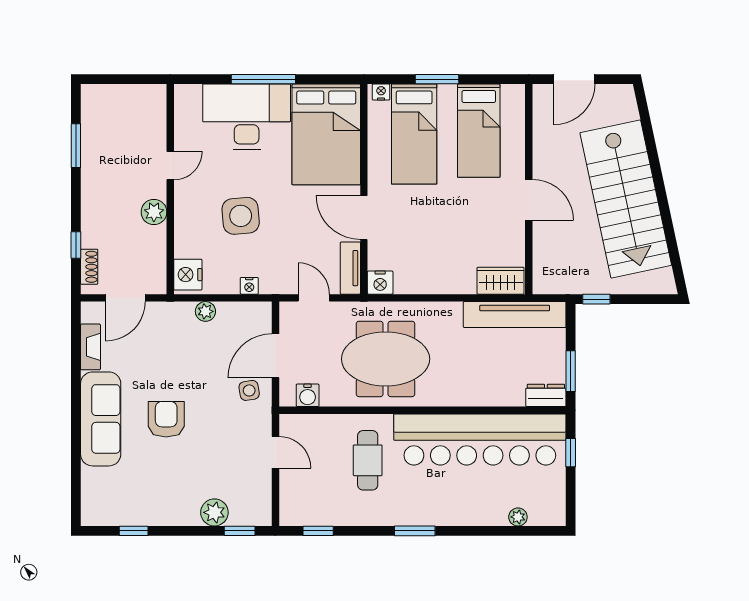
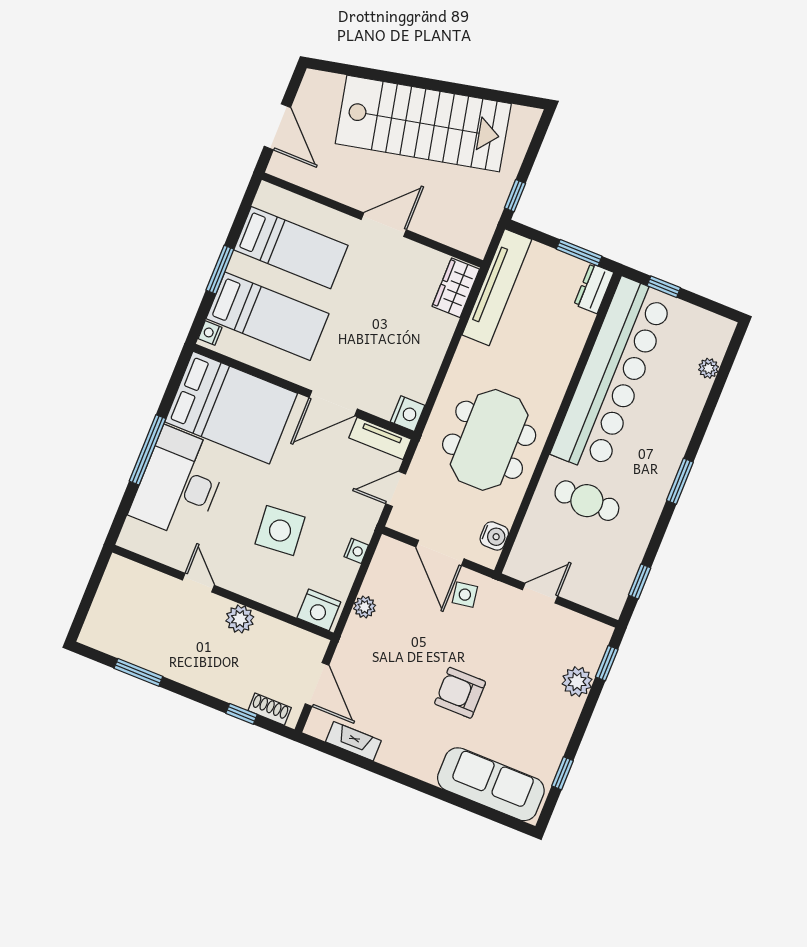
sofa: (101, 419) -> (491, 784), moved

